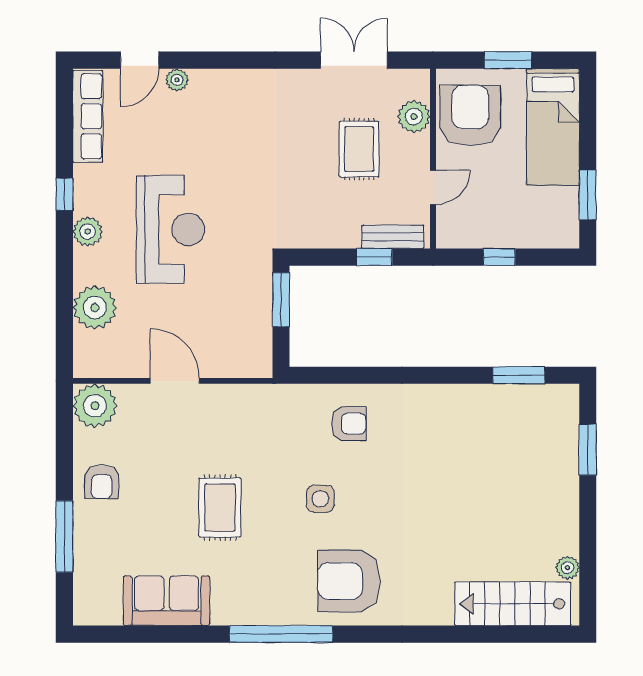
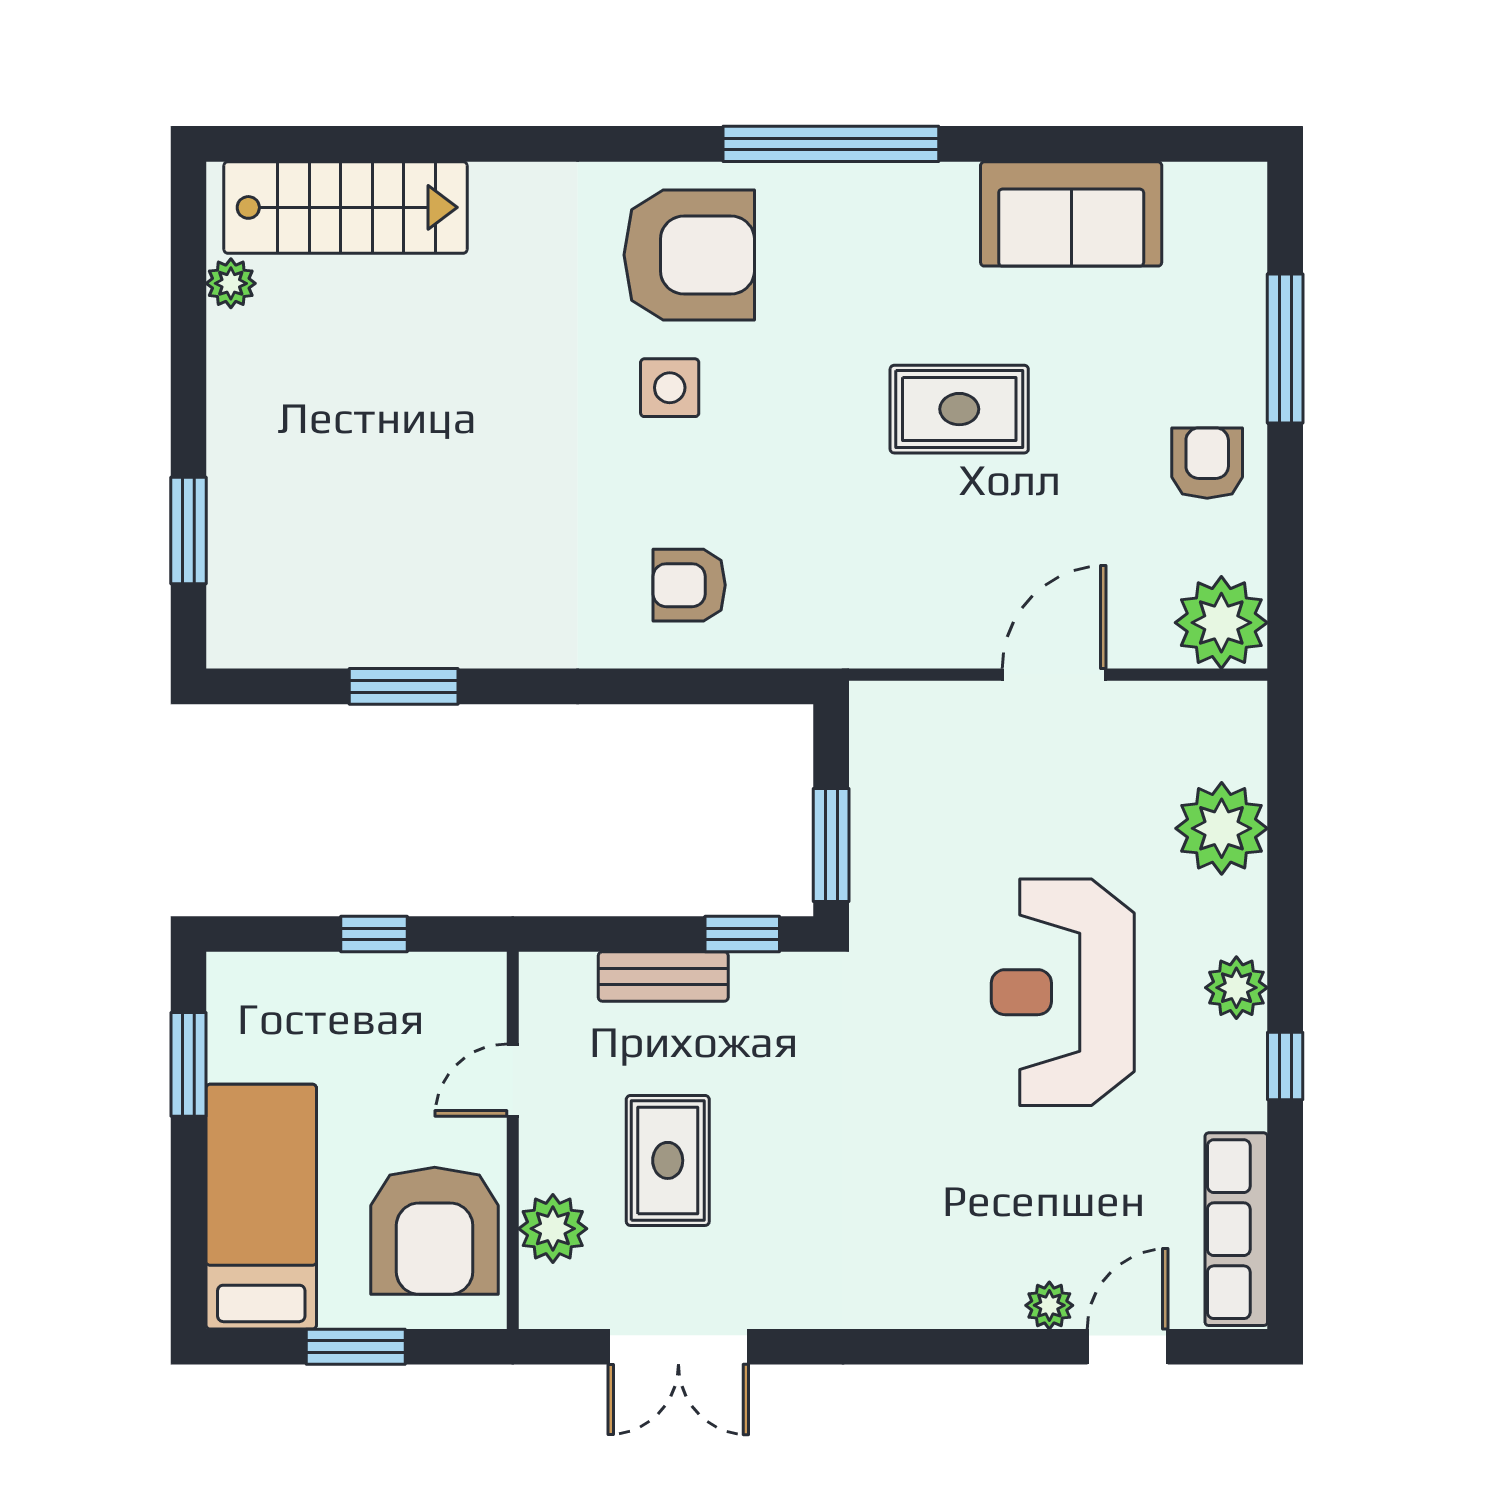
bench: (393, 237) -> (663, 976), moved
window: (374, 257) -> (742, 934), moved
window: (519, 375) -> (404, 686), moved
door: (175, 381) -> (1054, 675), swing flipped
side table: (320, 499) -> (670, 388), moved
rug: (220, 508) -> (959, 409), turned 90

